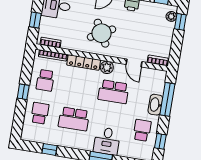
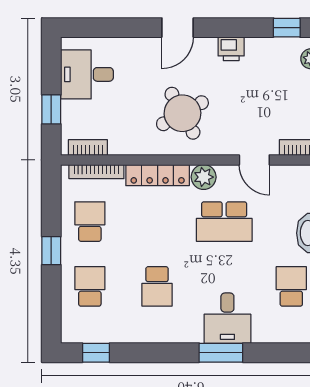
school desk: (45, 80) -> (90, 222), turned 180
school desk: (74, 119) -> (157, 286), width x0.54
window: (49, 149) -> (96, 353), moved

